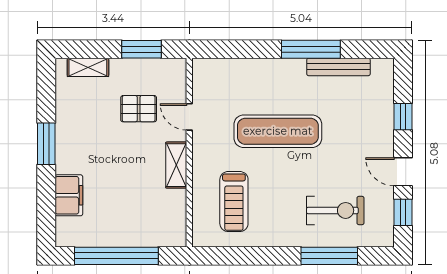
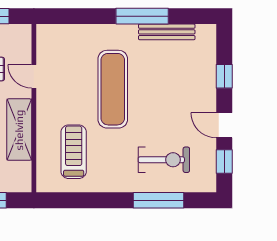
exercise mat: (278, 131) -> (113, 89), turned 90
shelving: (176, 165) -> (19, 130), width x1.50, depth x1.33
treadmill: (234, 202) -> (74, 152), turned 180

